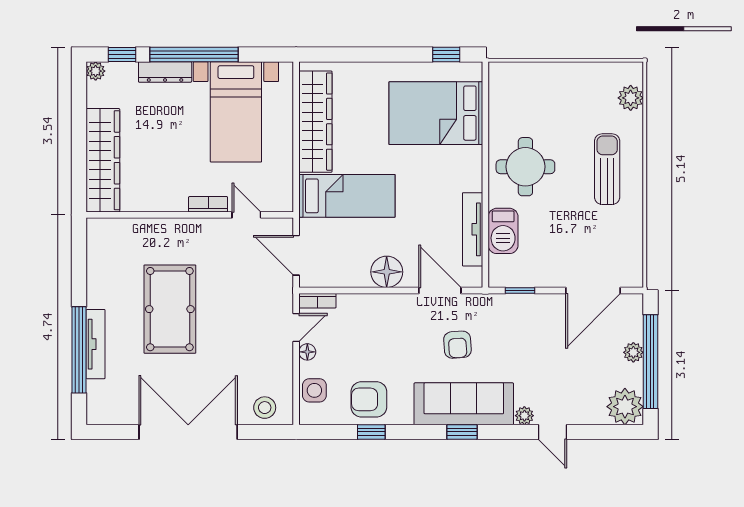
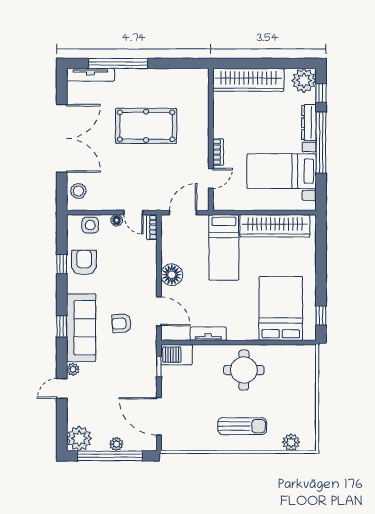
plant: (96, 71) -> (304, 80), width x1.88, depth x1.88
tv unit: (473, 229) -> (208, 334), width x0.71
barbecue: (503, 231) -> (176, 355), moved
door: (440, 291) -> (159, 311), hinge flipped
tv unit: (96, 344) -> (90, 75), moved

